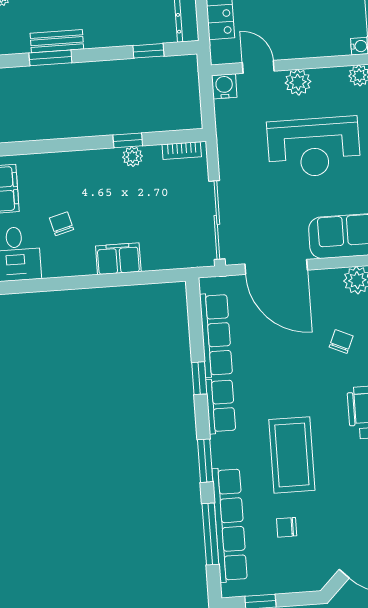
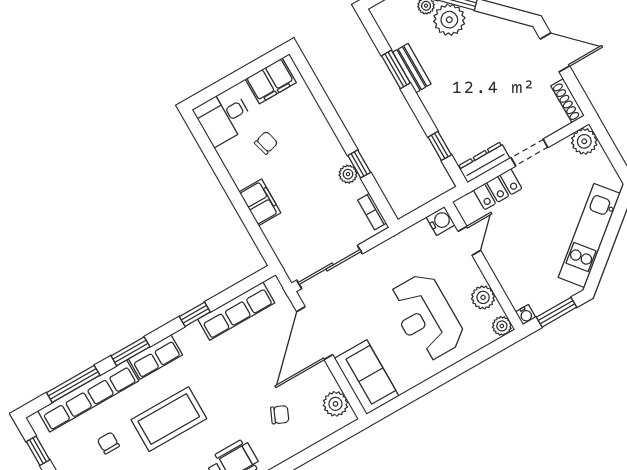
plant: (298, 82) -> (483, 297), moved
row of seats: (221, 406) -> (155, 357), moved

